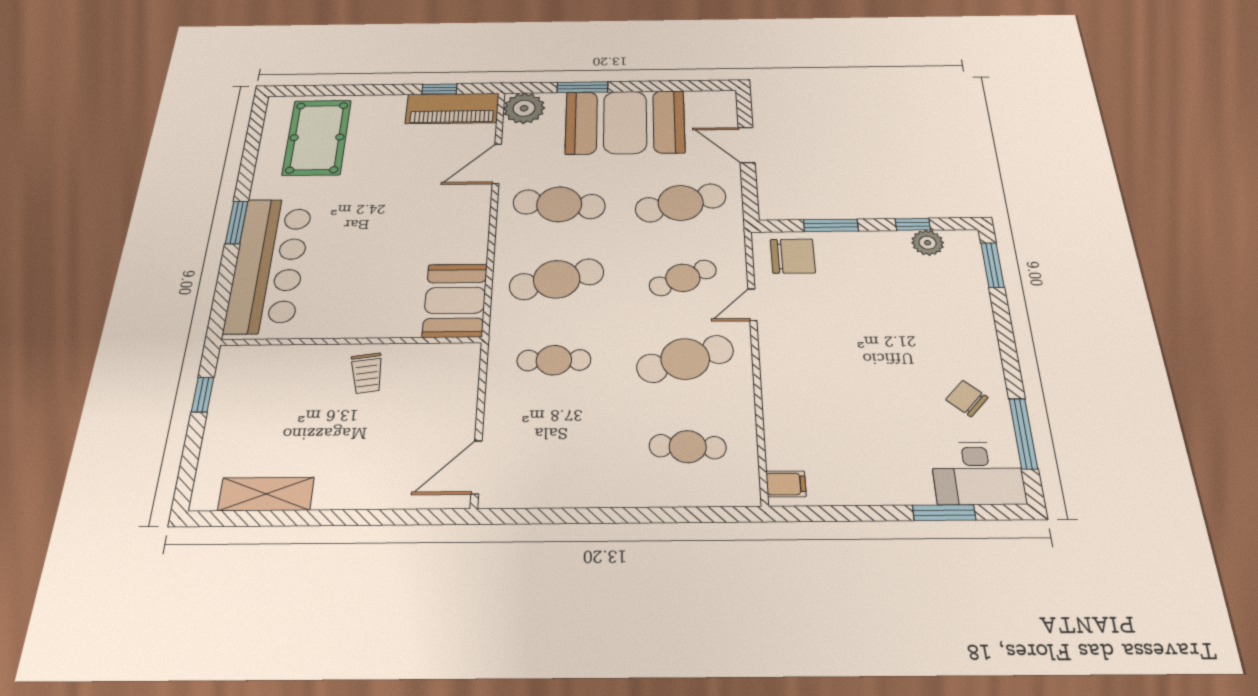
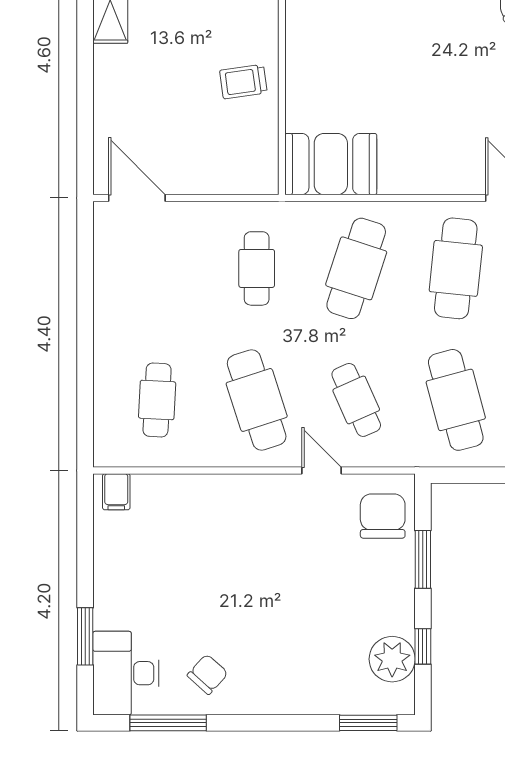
plant: (928, 243) -> (392, 659), width x1.36, depth x1.36
chair: (793, 256) -> (383, 516), turned 180
cafe table: (557, 279) -> (356, 268), turned 33

